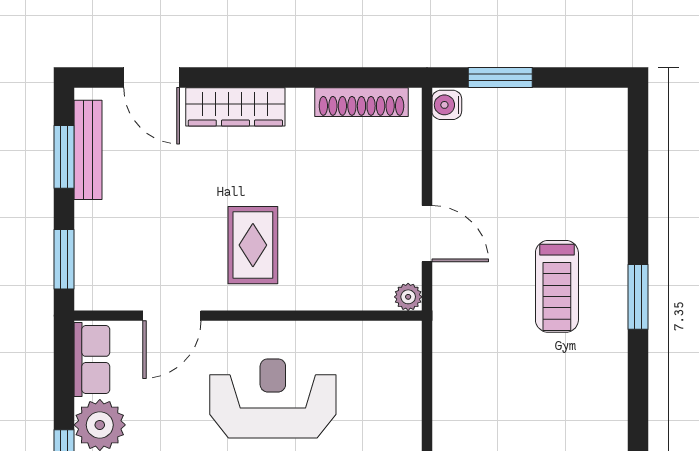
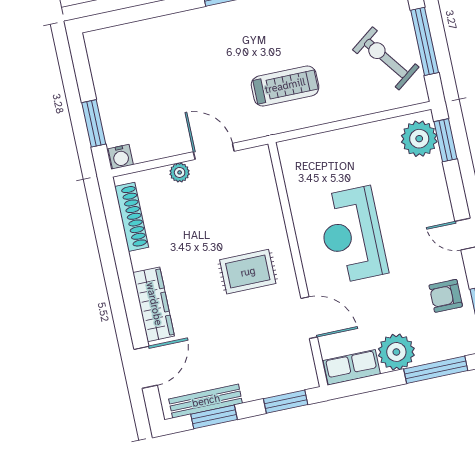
door: (427, 234) -> (214, 151), hinge flipped
treadmill: (557, 286) -> (285, 86), moved
plant: (408, 297) -> (180, 172), moved

